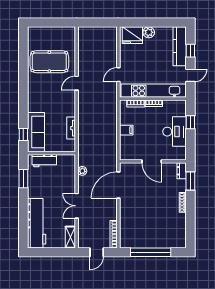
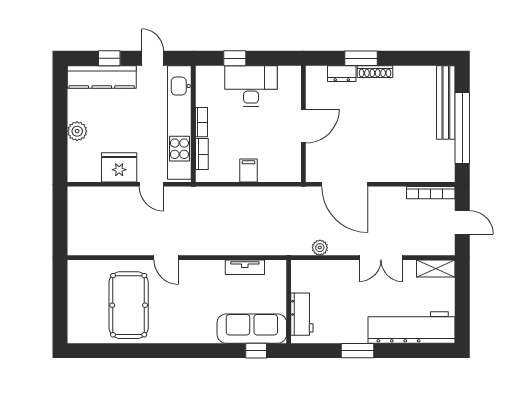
fridge: (132, 35) -> (119, 167), moved, turned -90
dresser: (182, 171) -> (342, 74), moved
window: (23, 179) -> (357, 351), moved
window: (190, 181) -> (361, 58), moved
bench: (165, 243) -> (446, 103), added

